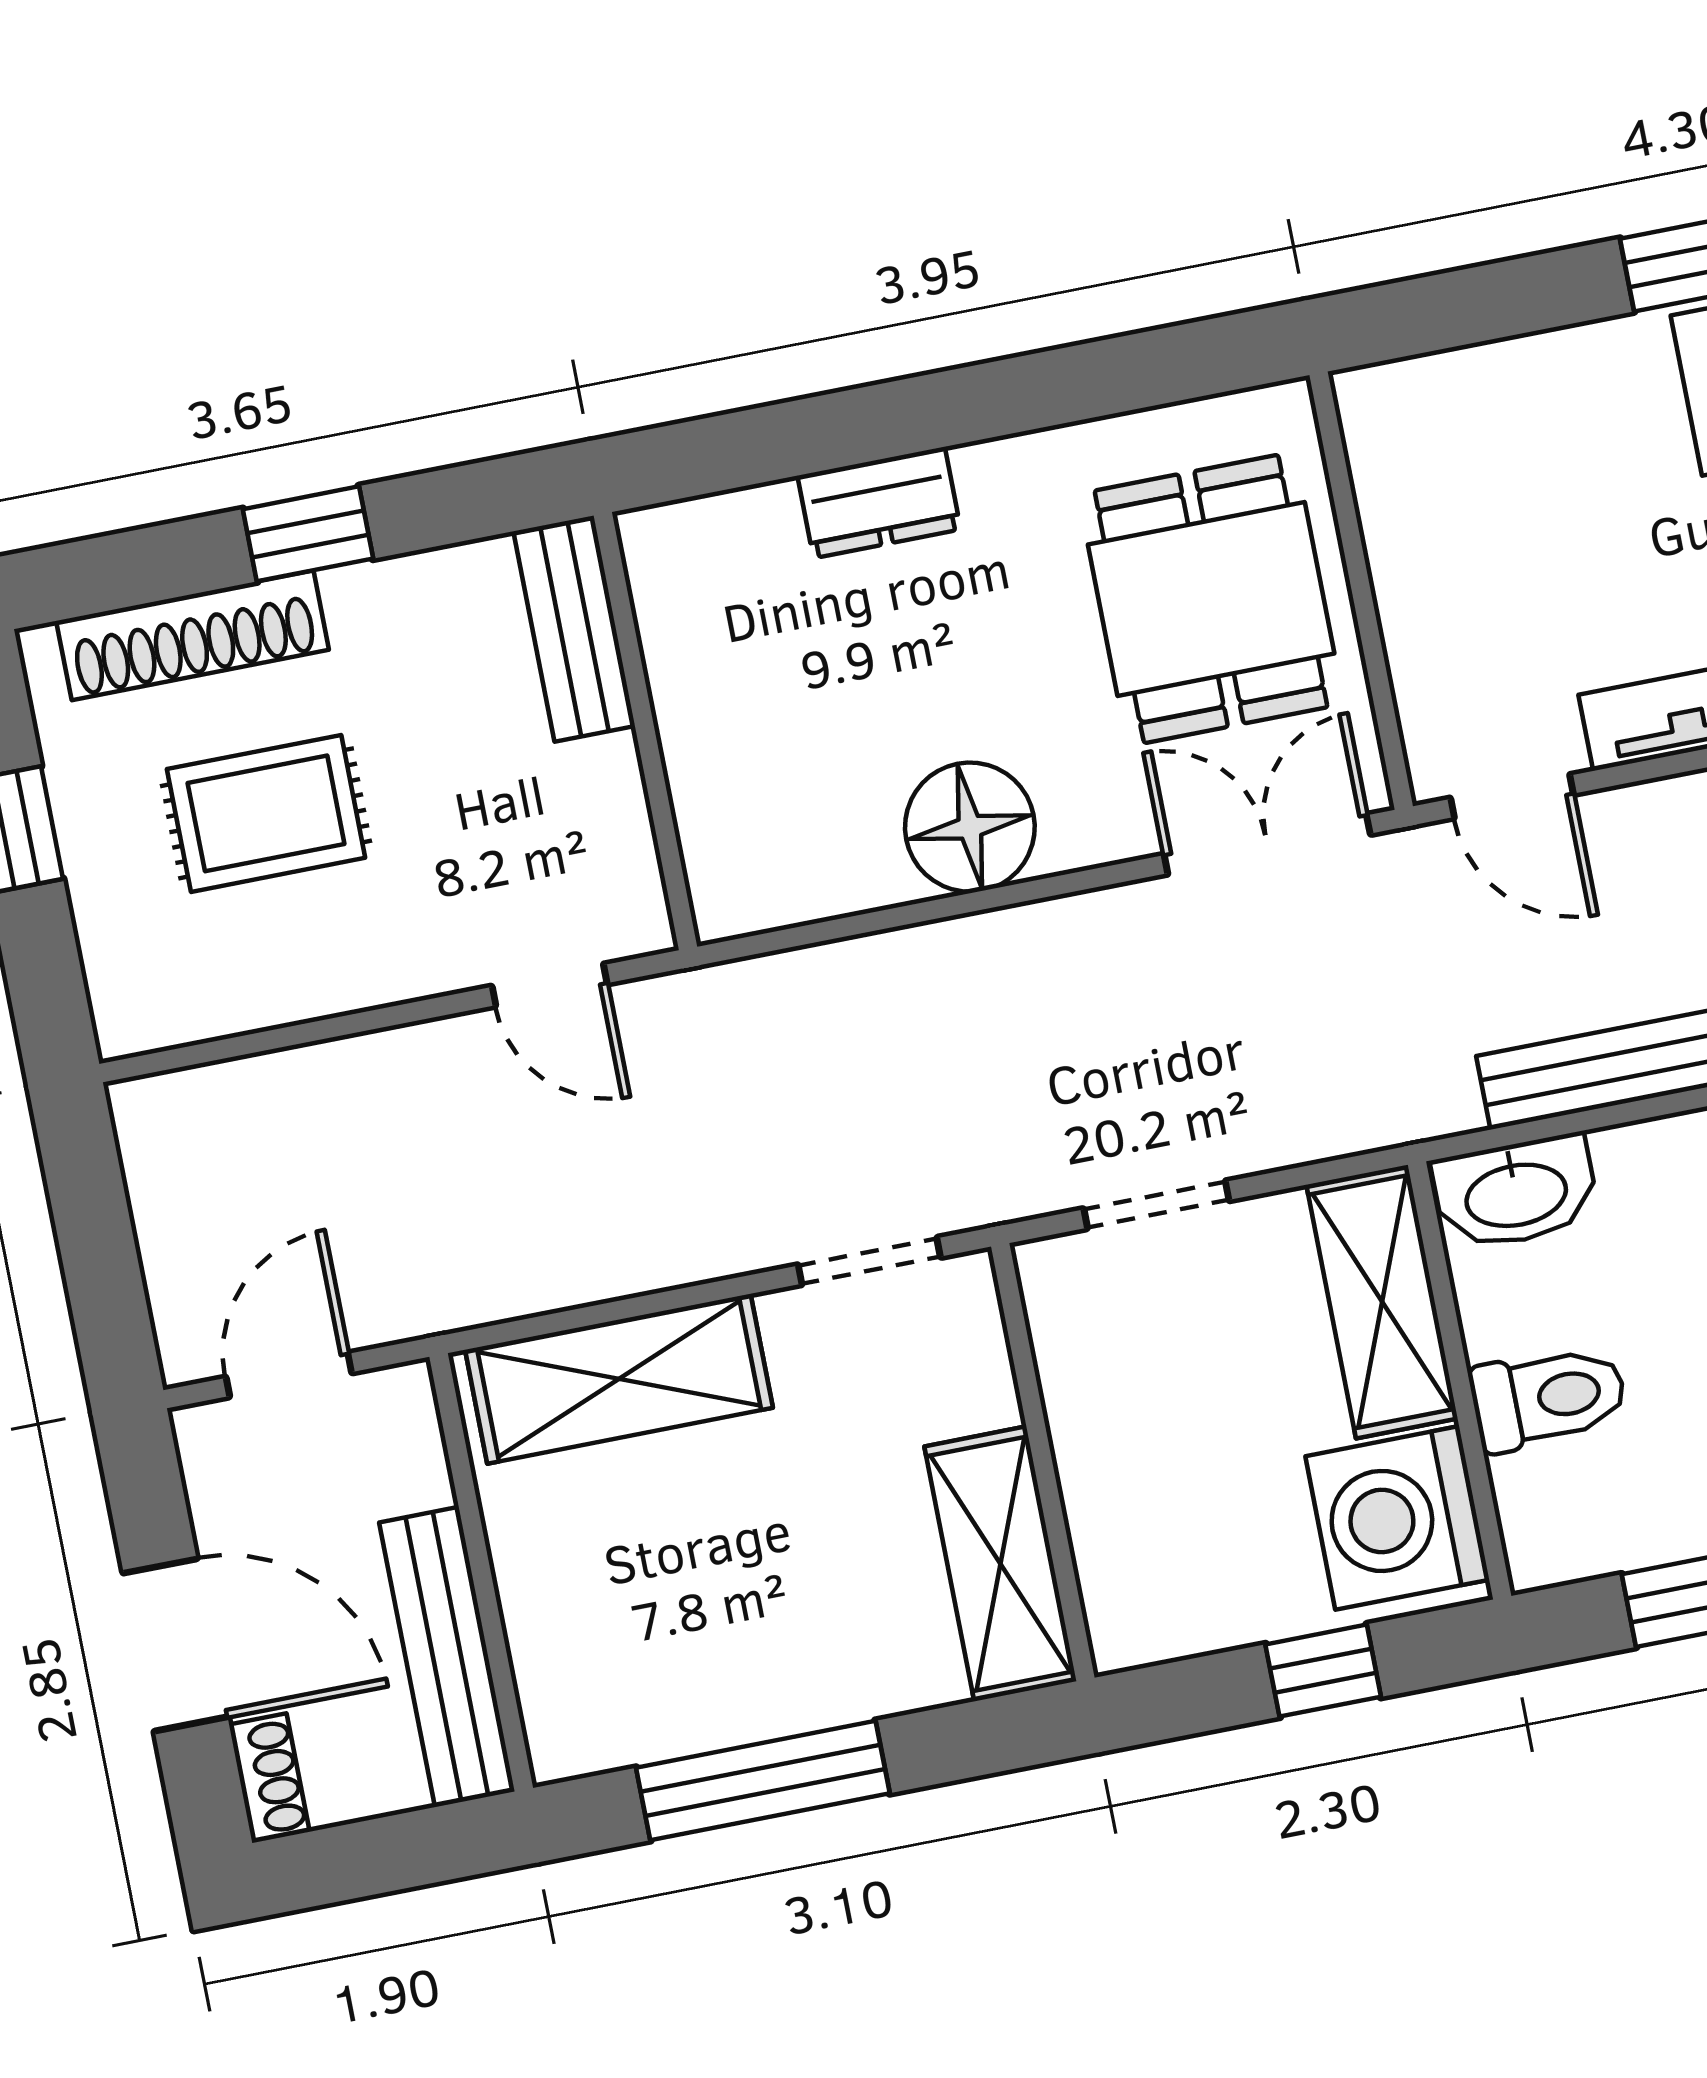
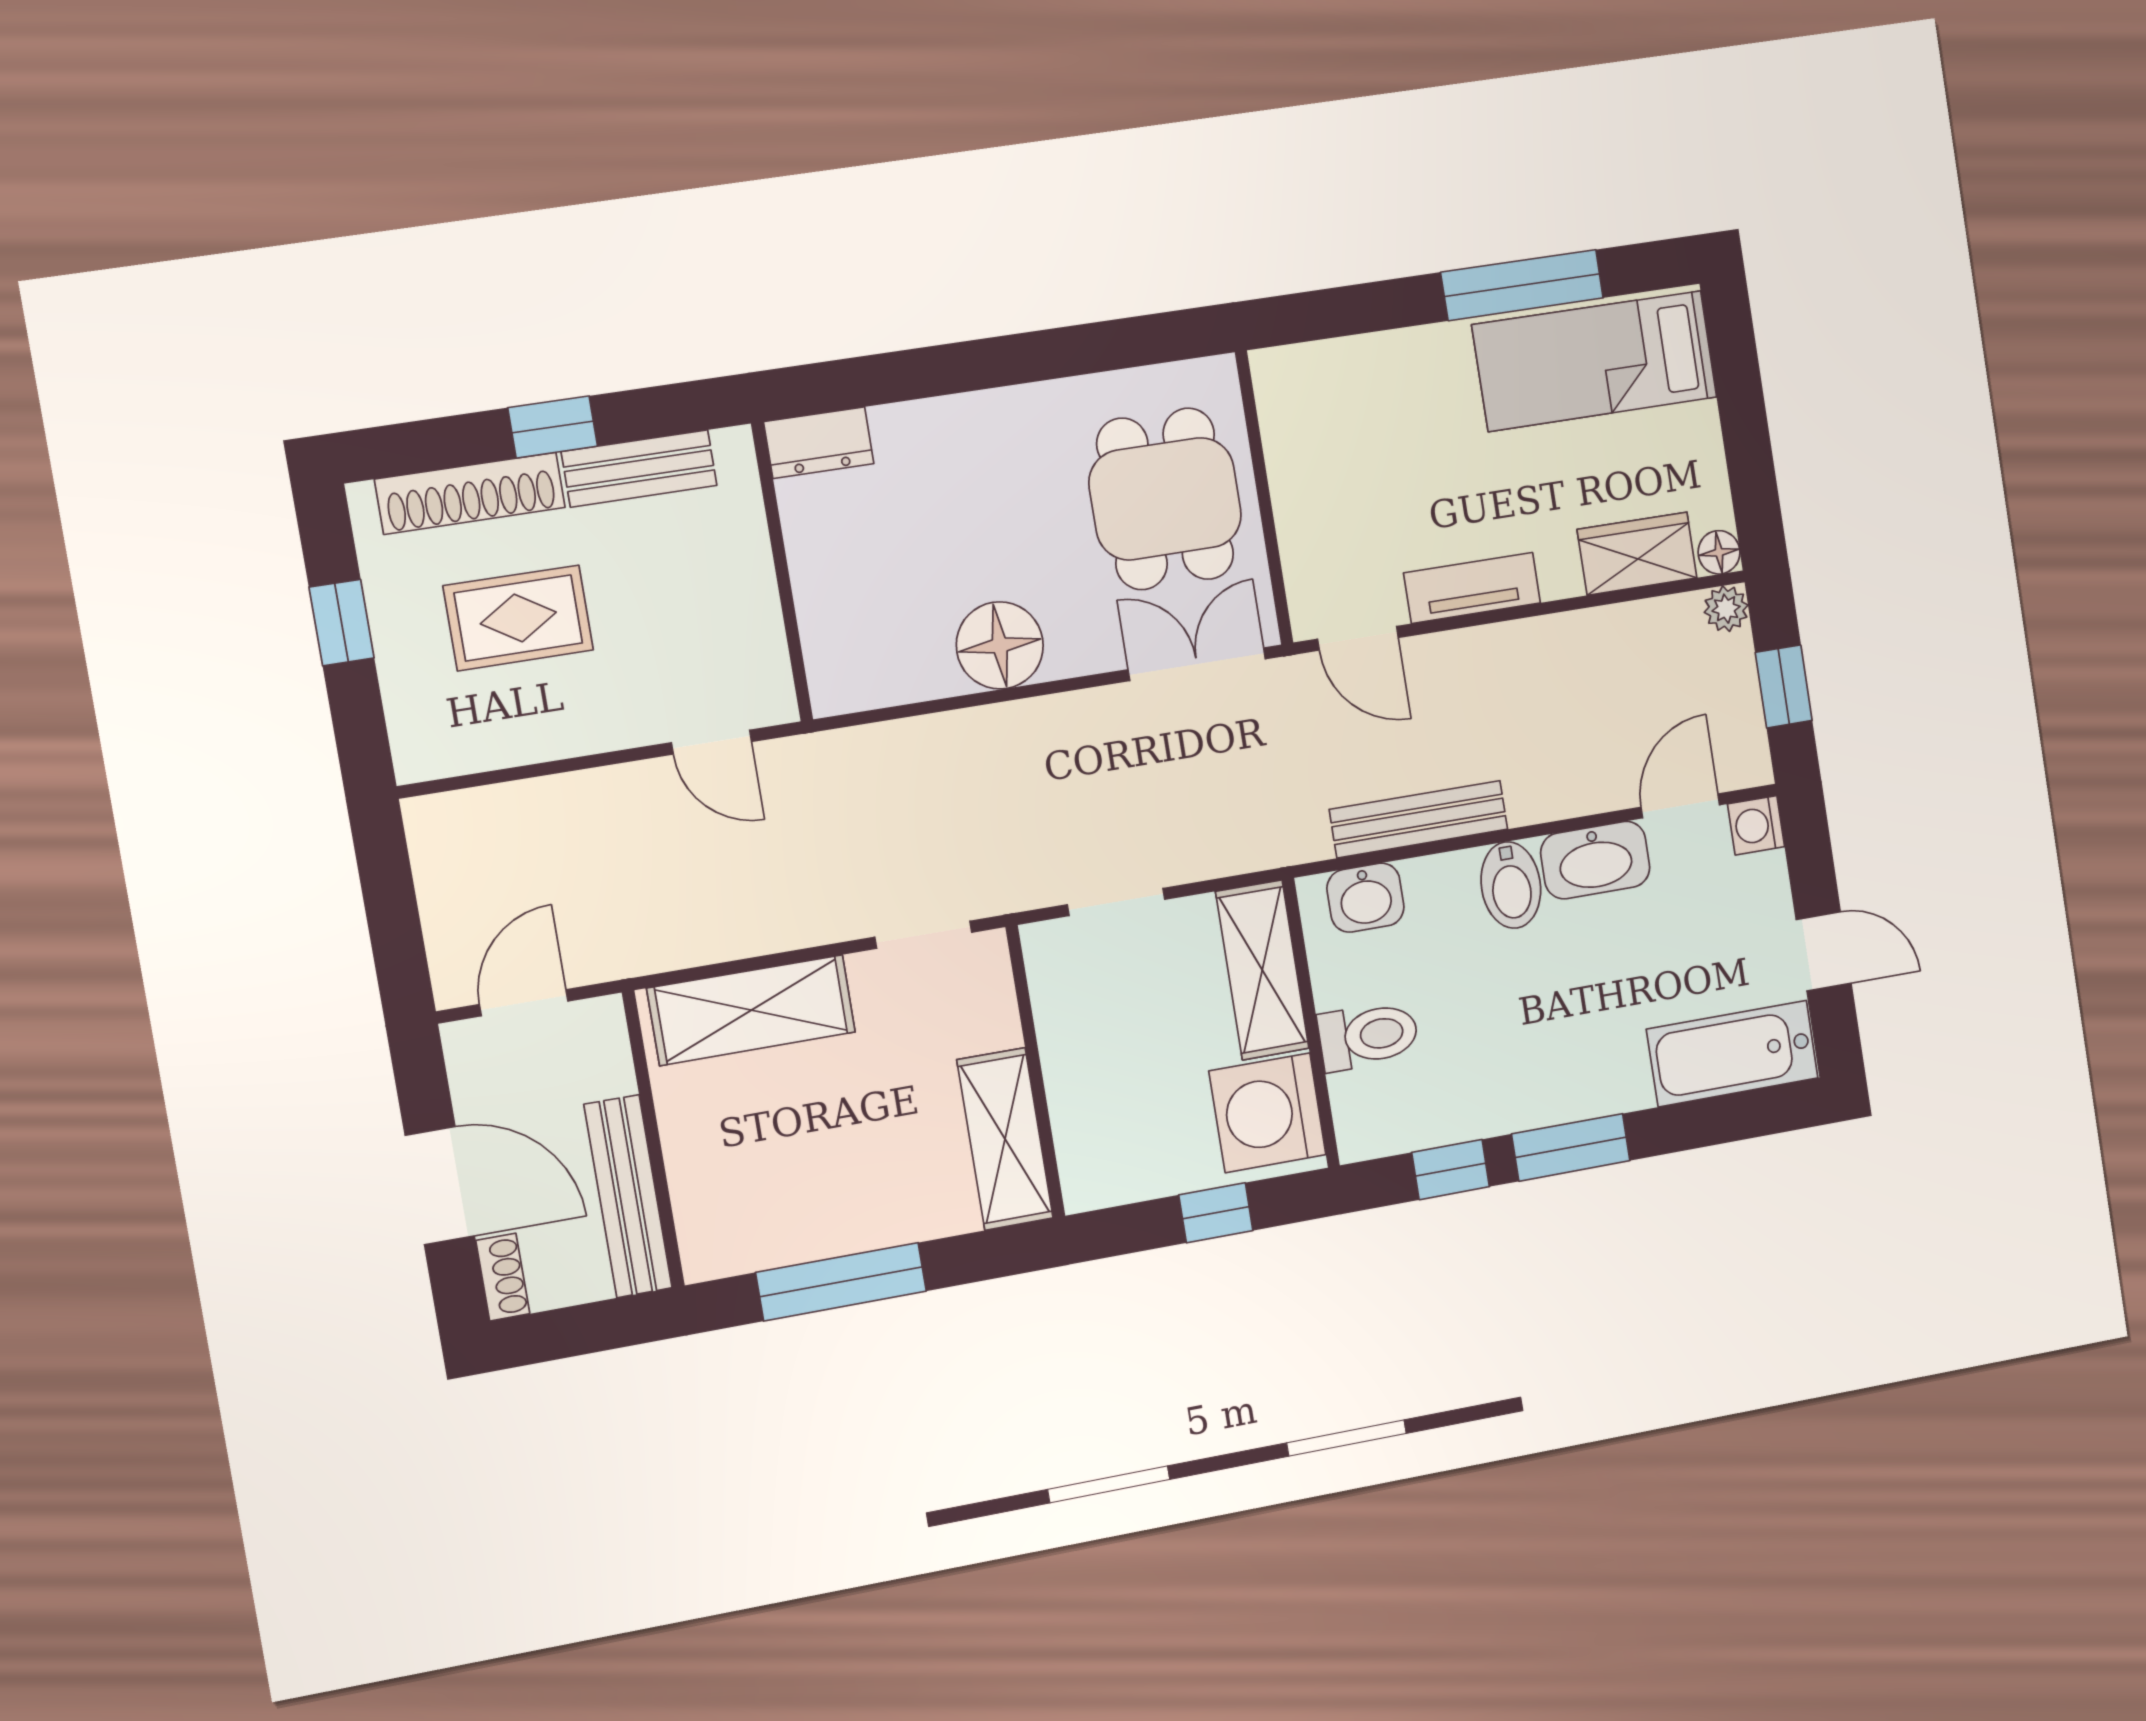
dresser: (879, 502) -> (819, 443), moved
bench: (574, 629) -> (639, 469), moved, turned 90
washbasin: (1516, 1193) -> (1366, 898), width x0.72

